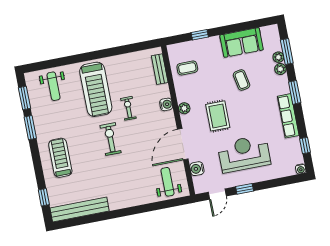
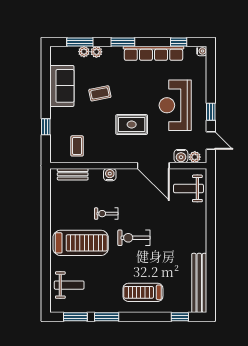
plant: (184, 108) -> (195, 157), moved
row of seats: (288, 116) -> (153, 53), width x1.36

